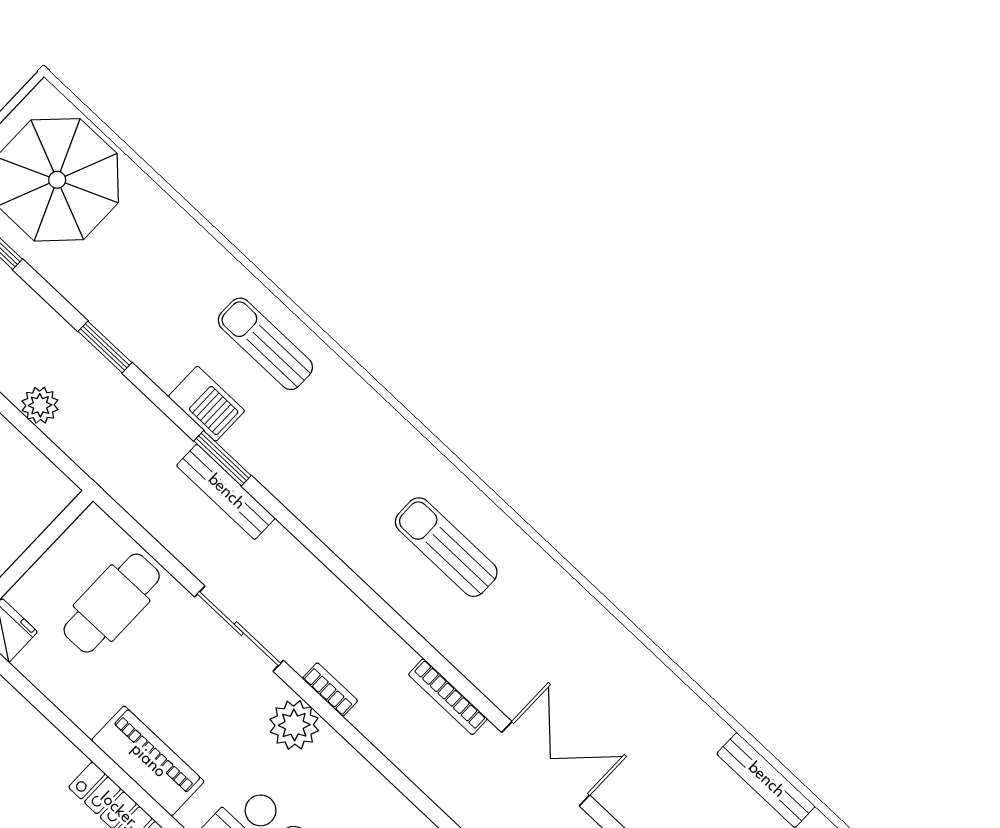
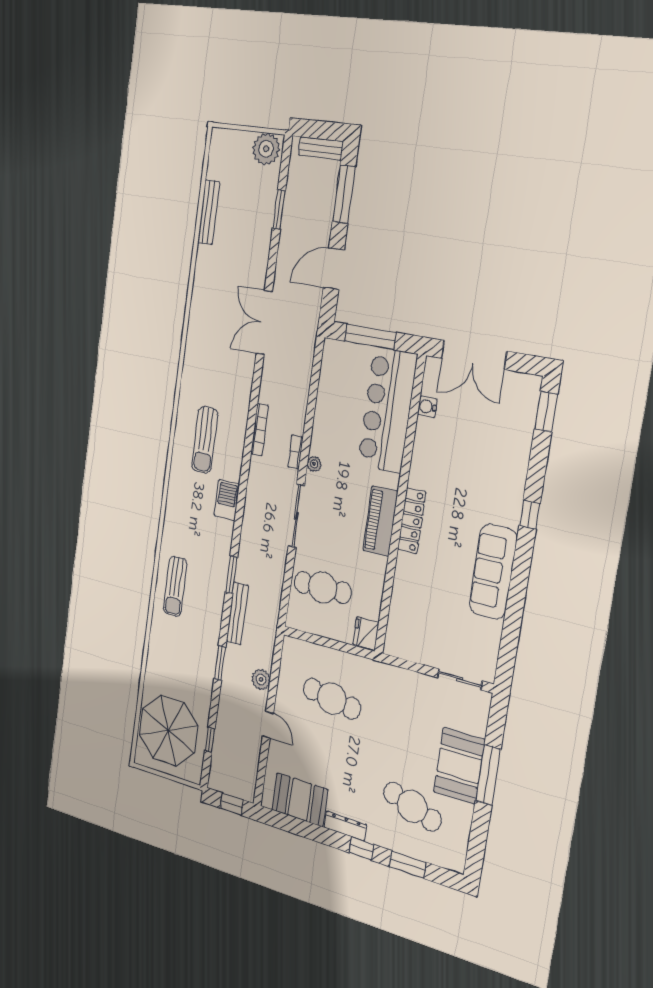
barbecue: (206, 404) -> (227, 500), moved
bench: (226, 492) -> (237, 613), moved
bookcase: (448, 697) -> (260, 430), moved
plant: (294, 725) -> (314, 464), width x0.53, depth x0.53

